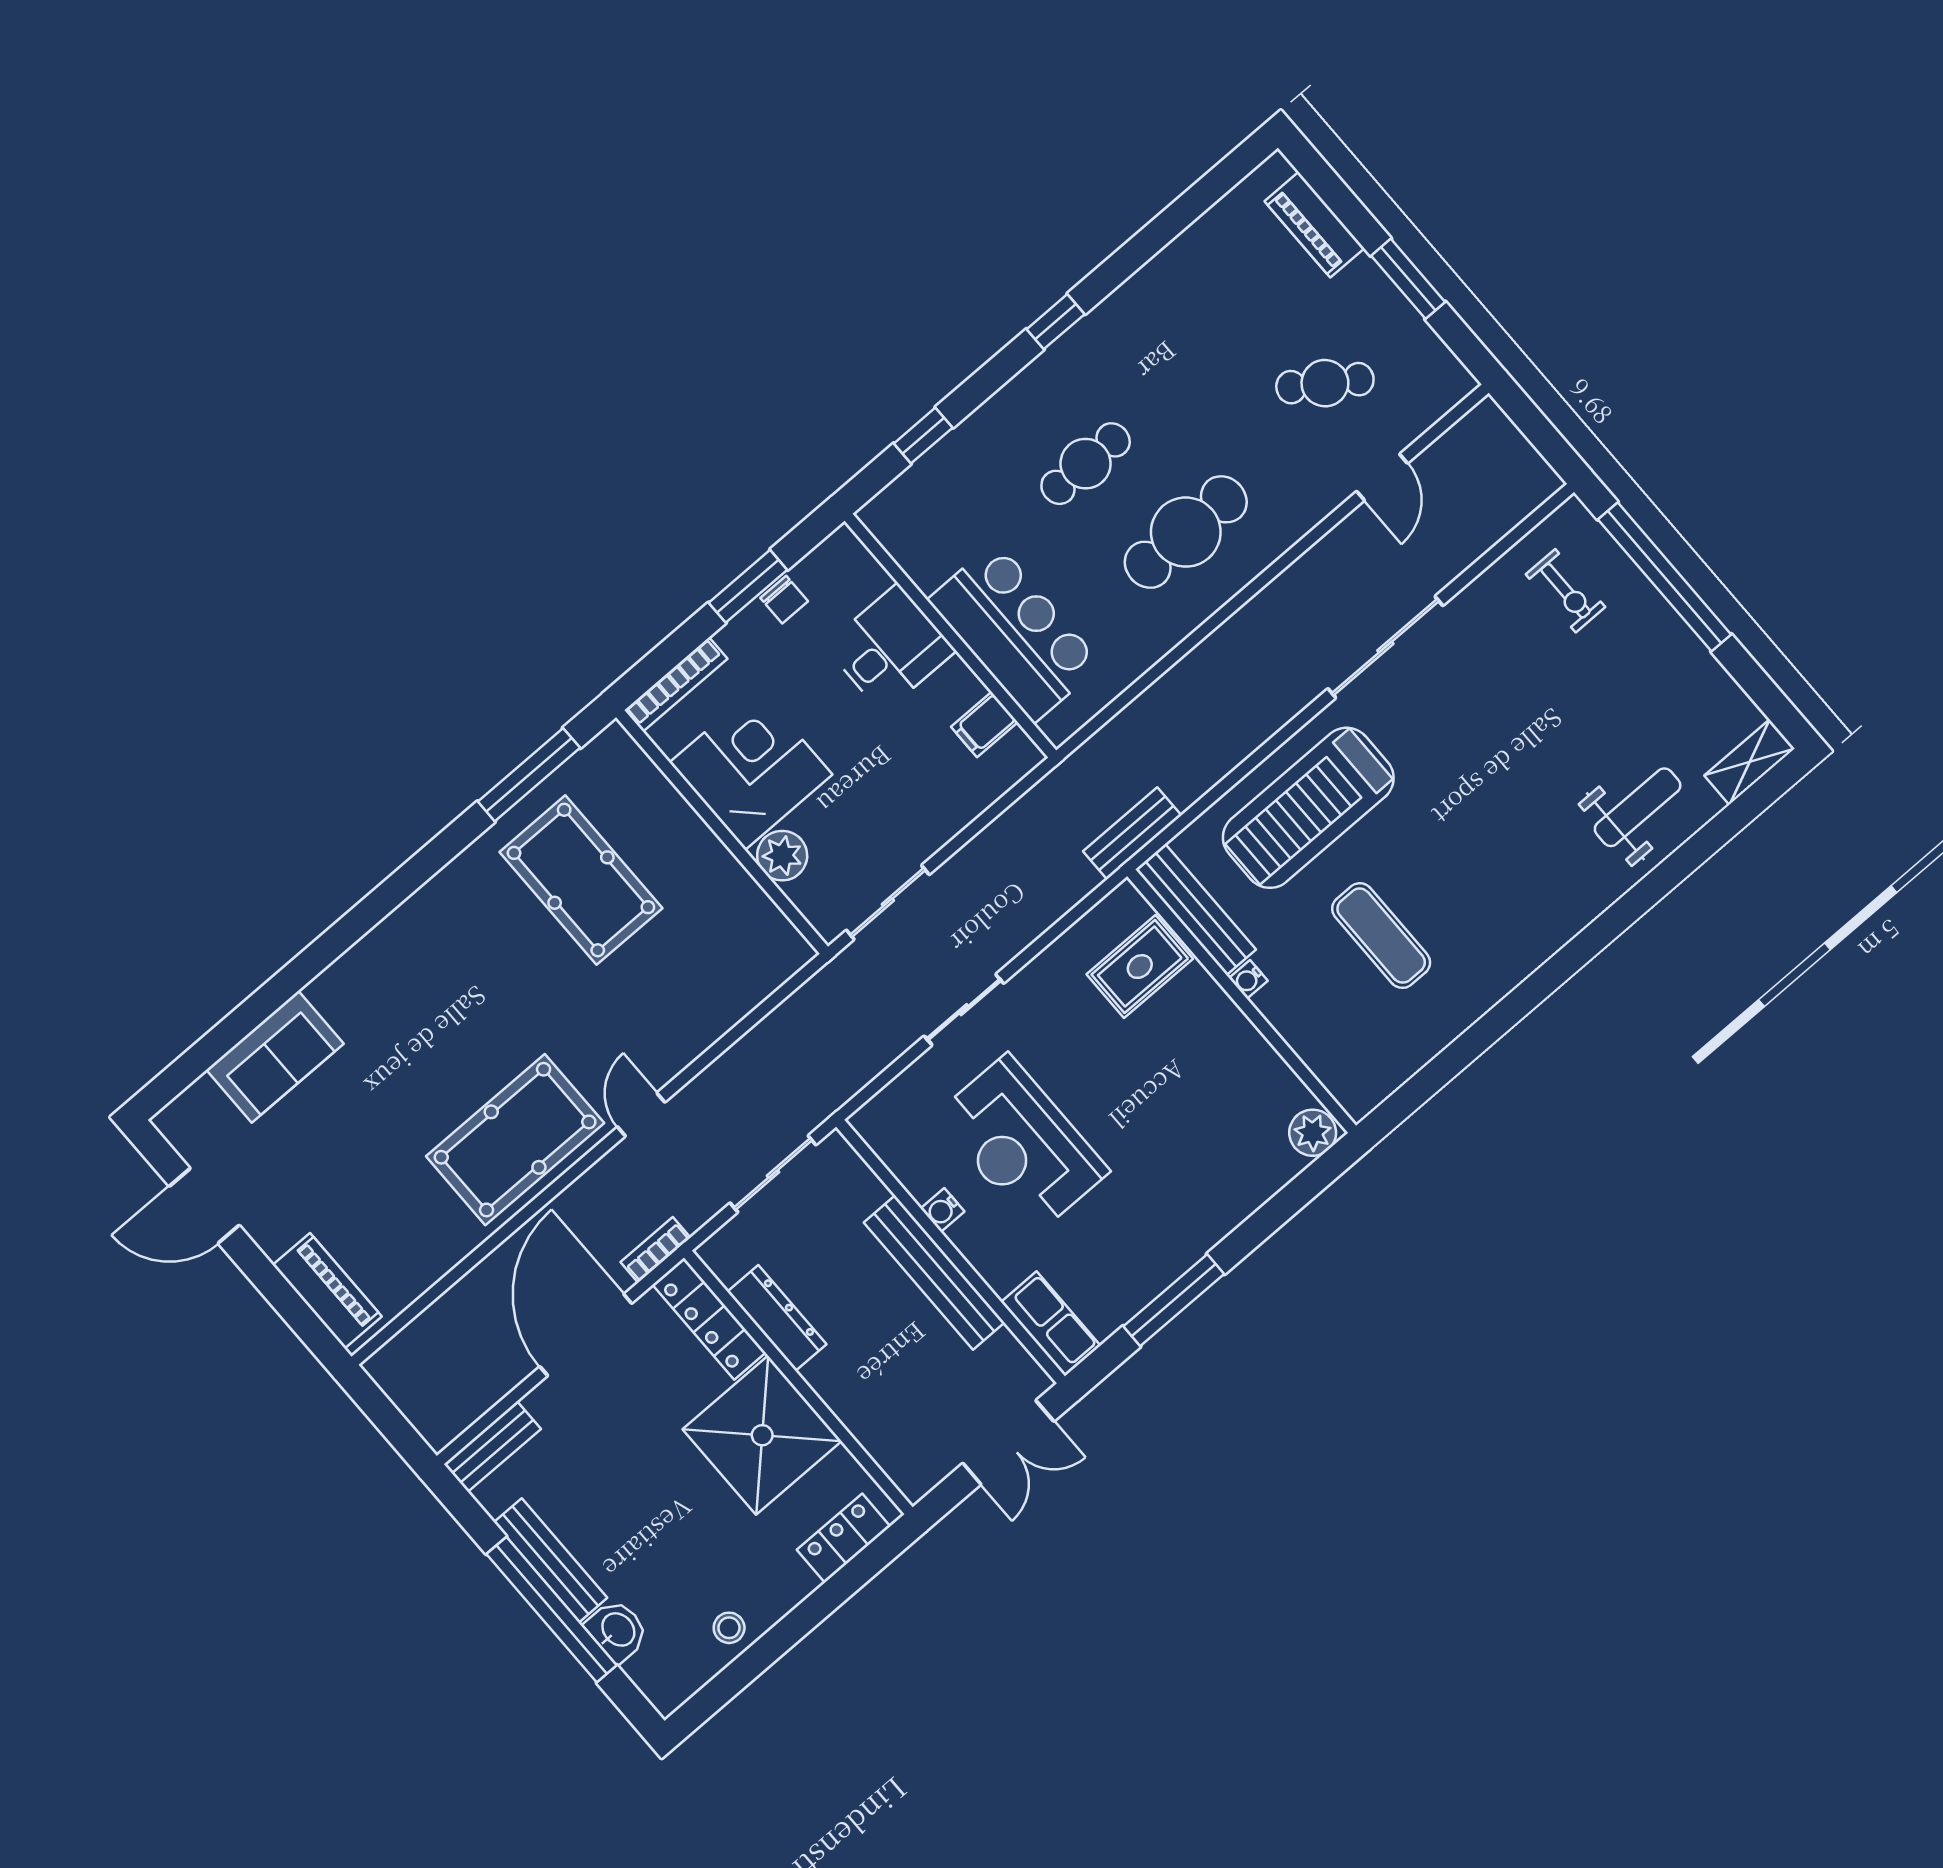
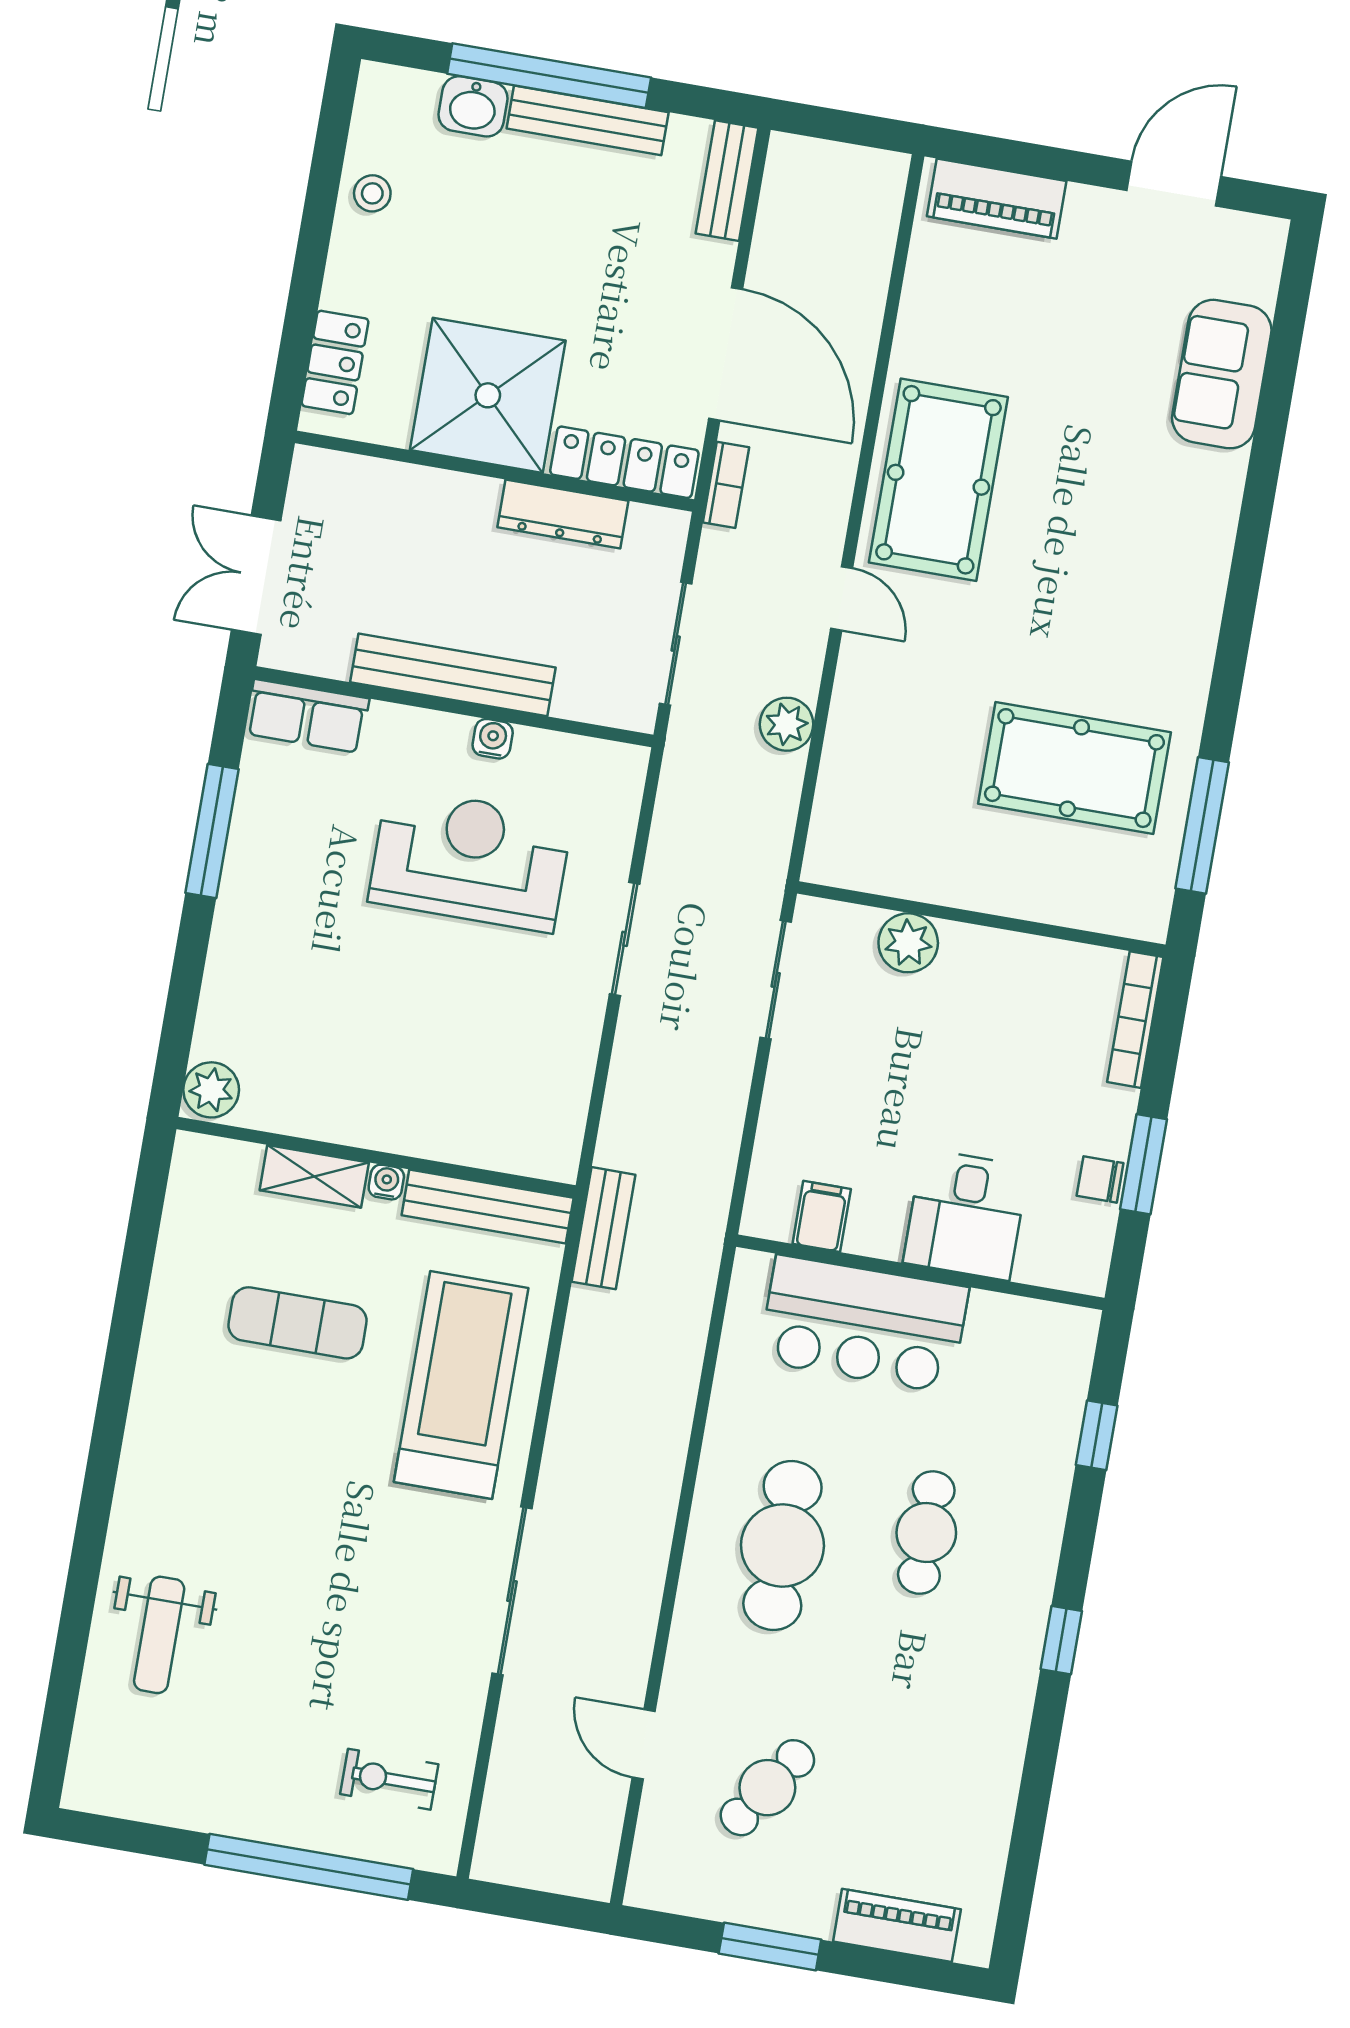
shelving: (1749, 762) -> (314, 1176), moved, turned 90
corner desk: (751, 769) -> (1003, 999), removed
rug: (1140, 967) -> (496, 1112), removed
plant: (744, 1062) -> (787, 724), added

